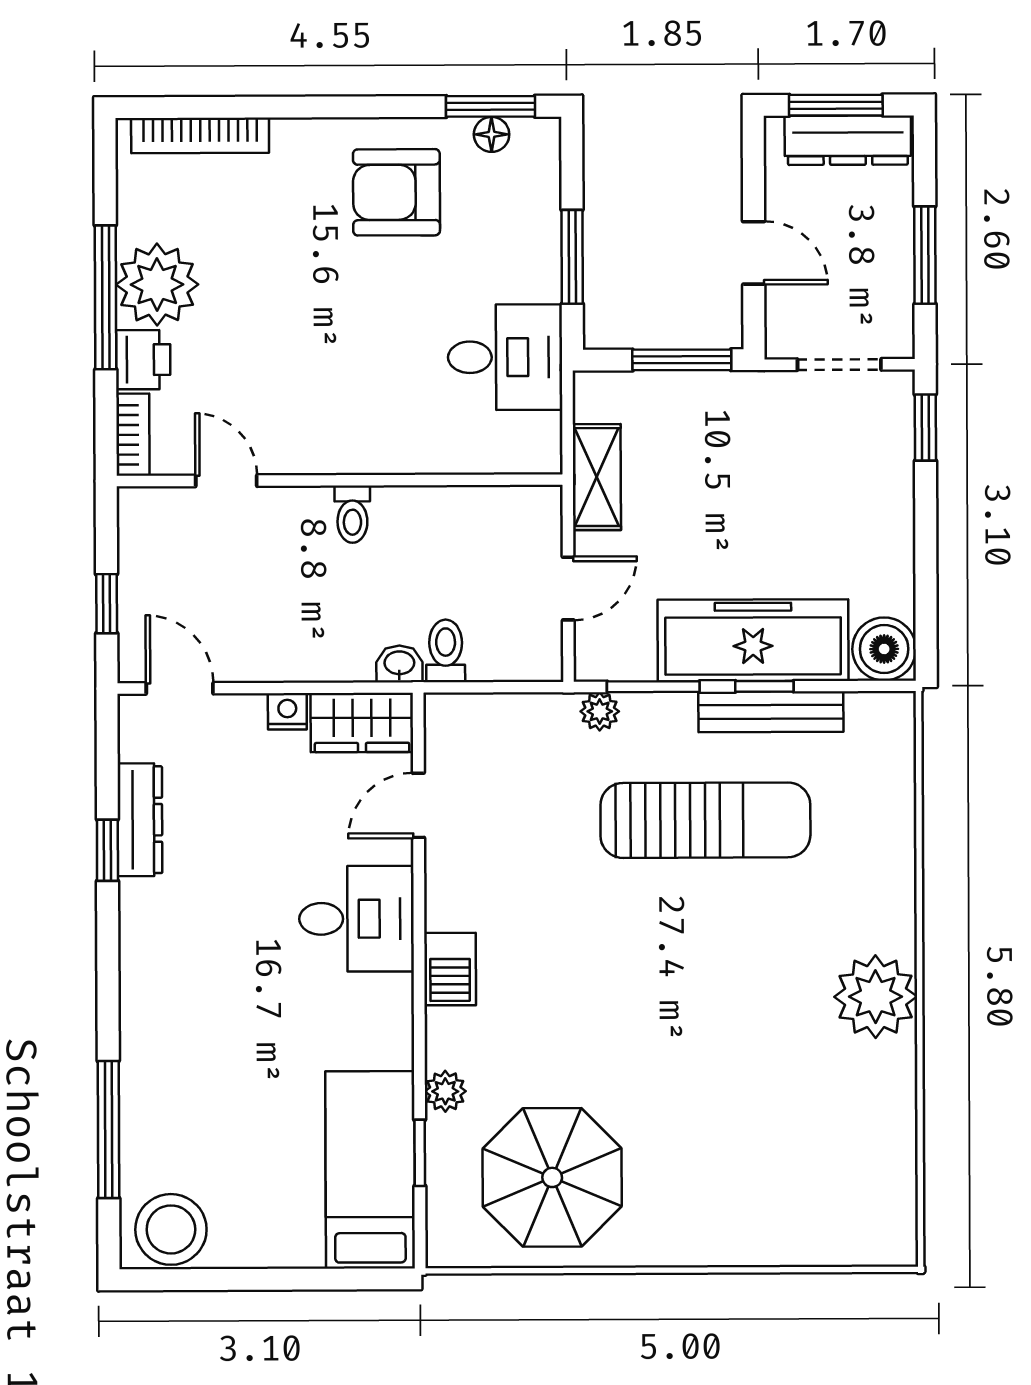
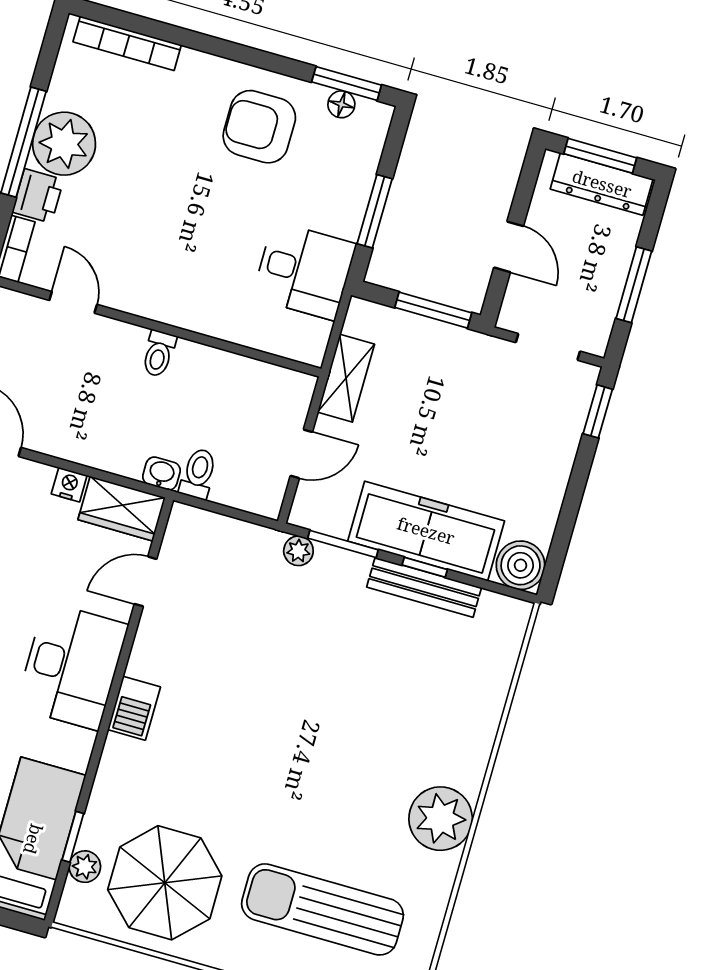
sun lounger: (705, 820) -> (322, 909), moved, turned 180
desk: (357, 919) -> (72, 666), width x1.37
plant: (445, 1091) -> (85, 867), moved

